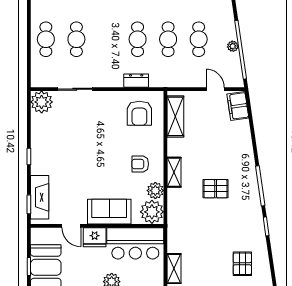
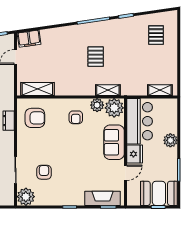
armchair: (72, 125) -> (44, 172), added
shelving: (174, 172) -> (108, 90), moved
pallet: (242, 264) -> (156, 35), turned 90

